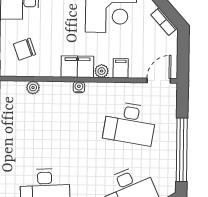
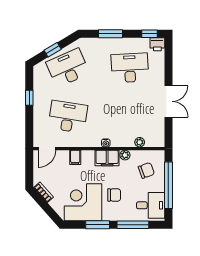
chair: (69, 17) -> (114, 195), added
plant: (102, 71) -> (125, 155), moved
window: (182, 150) -> (29, 98), width x0.32

